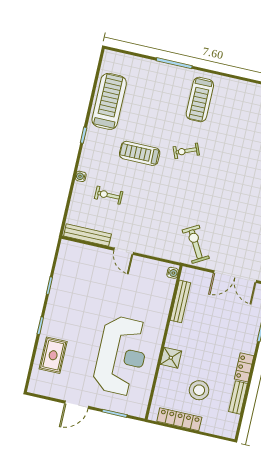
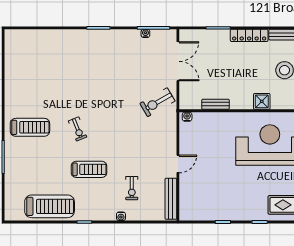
treadmill: (109, 101) -> (50, 206), turned 180
treadmill: (140, 153) -> (89, 169), turned -90
bench: (180, 301) -> (216, 104), width x0.73
locker: (244, 367) -> (249, 35), width x1.53

